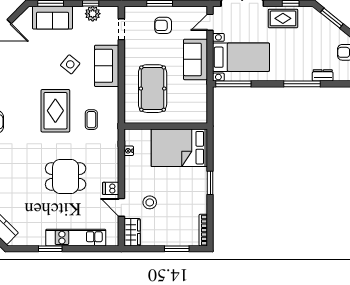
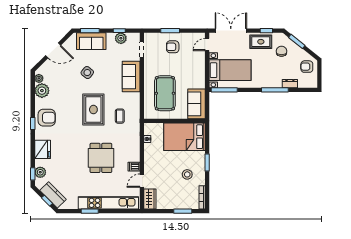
chair: (311, 31) -> (281, 51), added
sofa: (195, 59) -> (196, 104), moved
side table: (70, 64) -> (87, 73), moved
dining table: (66, 176) -> (101, 158), turned 90
stool: (150, 202) -> (187, 174), moved
door: (121, 207) -> (142, 181), hinge flipped
kitchen unit: (76, 238) -> (108, 203), width x1.36

